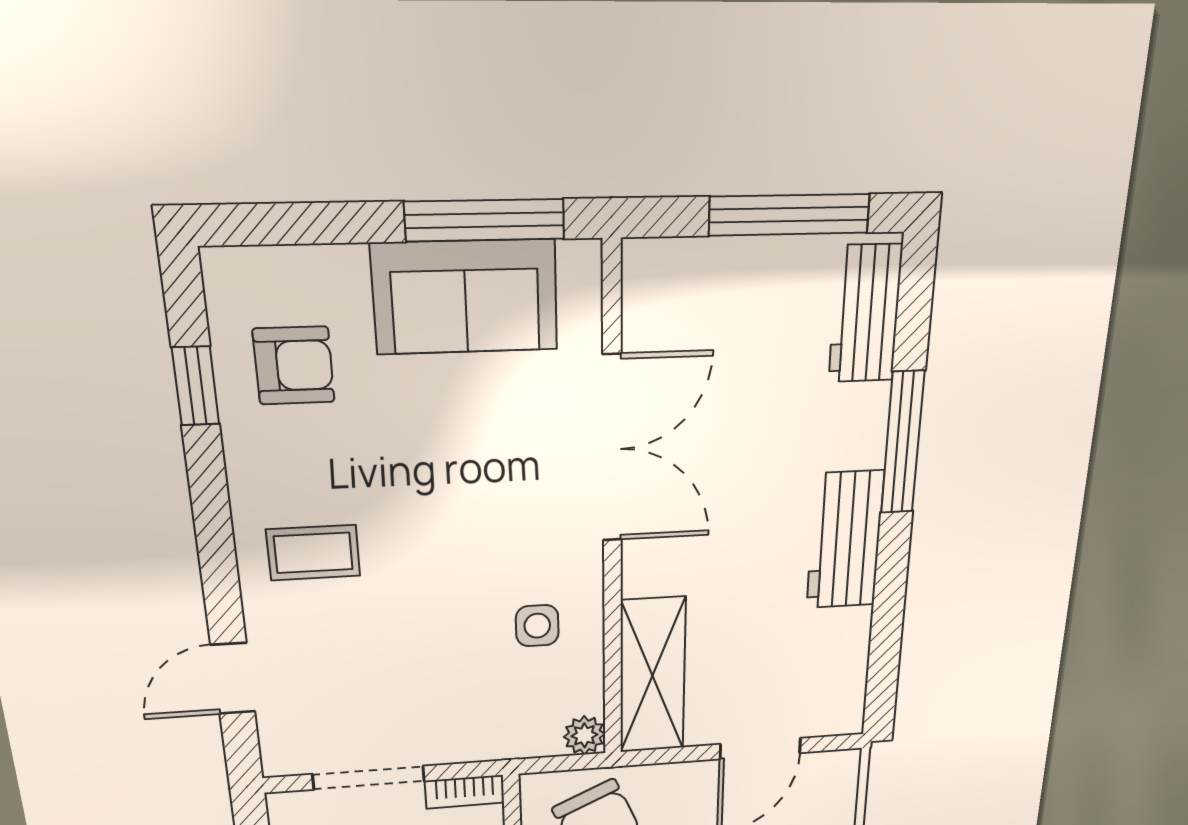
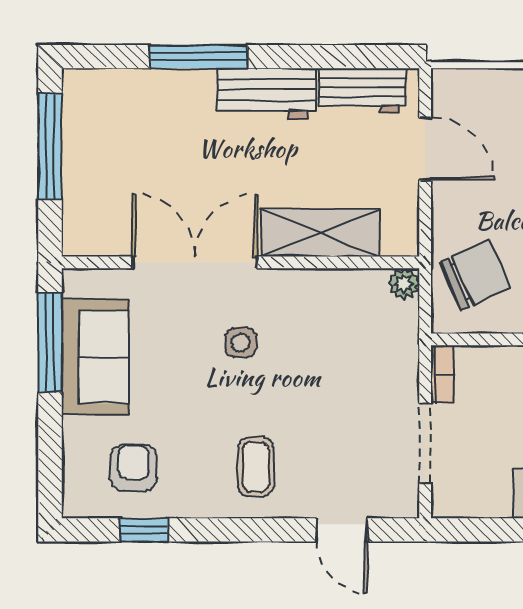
workbench: (865, 314) -> (362, 91), moved
side table: (537, 626) -> (241, 343), moved
shelving: (652, 676) -> (320, 233), moved

